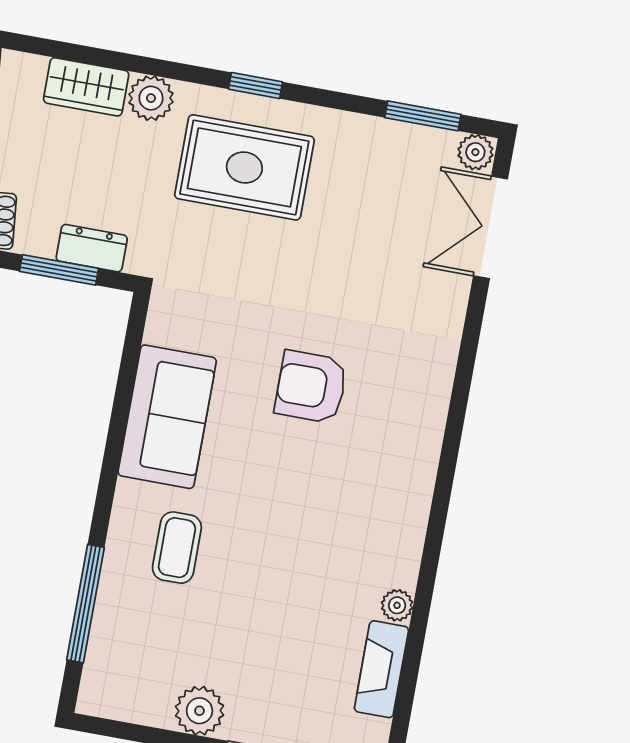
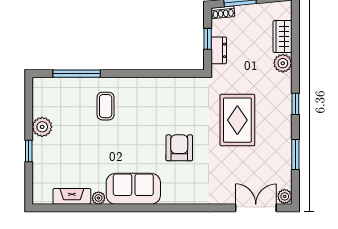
window: (423, 116) -> (295, 155), moved
rug: (244, 167) -> (237, 120), moved
window: (59, 270) -> (208, 39), width x0.67
sofa: (167, 417) -> (133, 189), moved, turned 180
coffee table: (177, 548) -> (106, 106), turned 90

